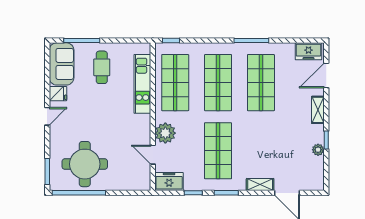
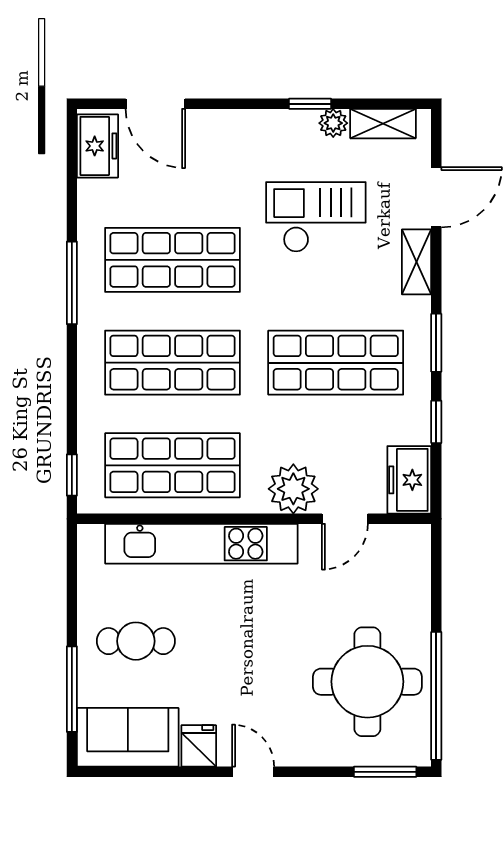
kitchen unit: (142, 84) -> (201, 544), width x1.36
shelving: (318, 110) -> (383, 124), moved
checkout: (279, 143) -> (316, 217), added

